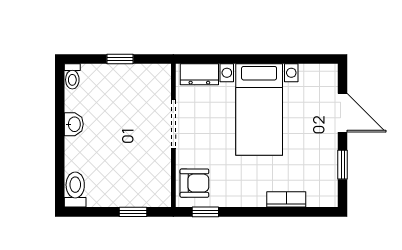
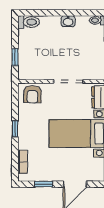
bookcase: (286, 199) -> (23, 162), moved
window: (205, 212) -> (15, 129), moved

